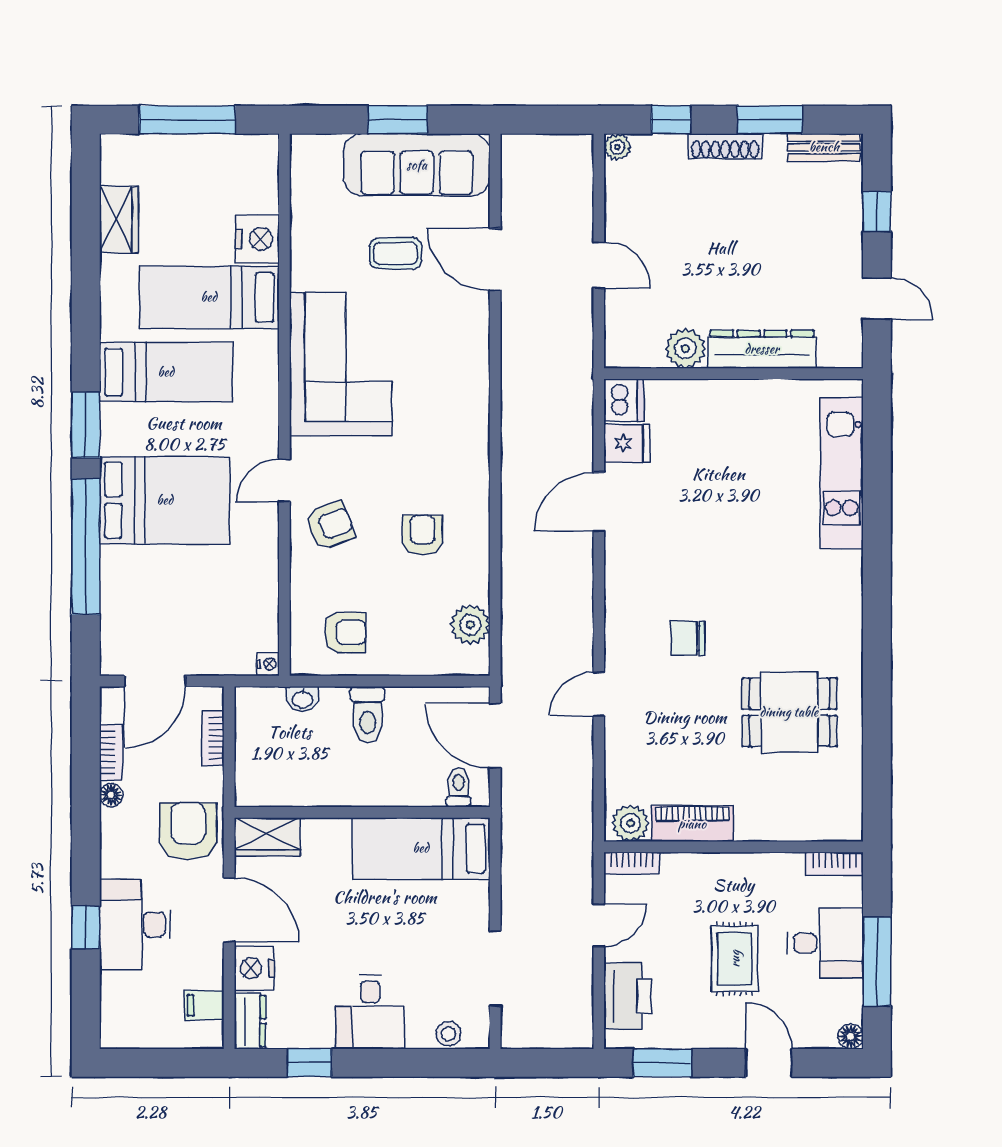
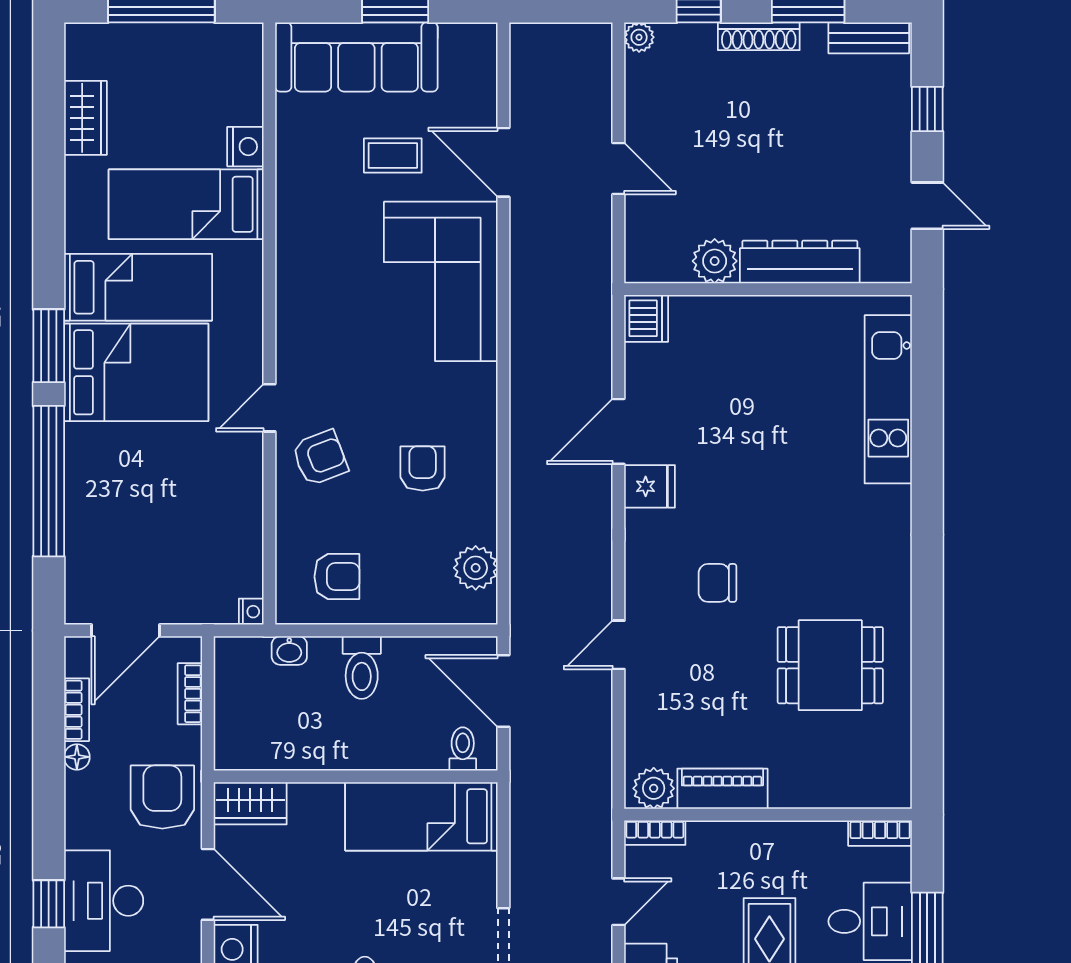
sofa: (417, 165) -> (356, 57), moved
nightstand: (257, 239) -> (245, 147), width x0.74, depth x0.75
corner sofa: (341, 364) -> (441, 281), moved, turned 180
fridge: (627, 443) -> (650, 486), moved
bed: (165, 500) -> (136, 372), moved

